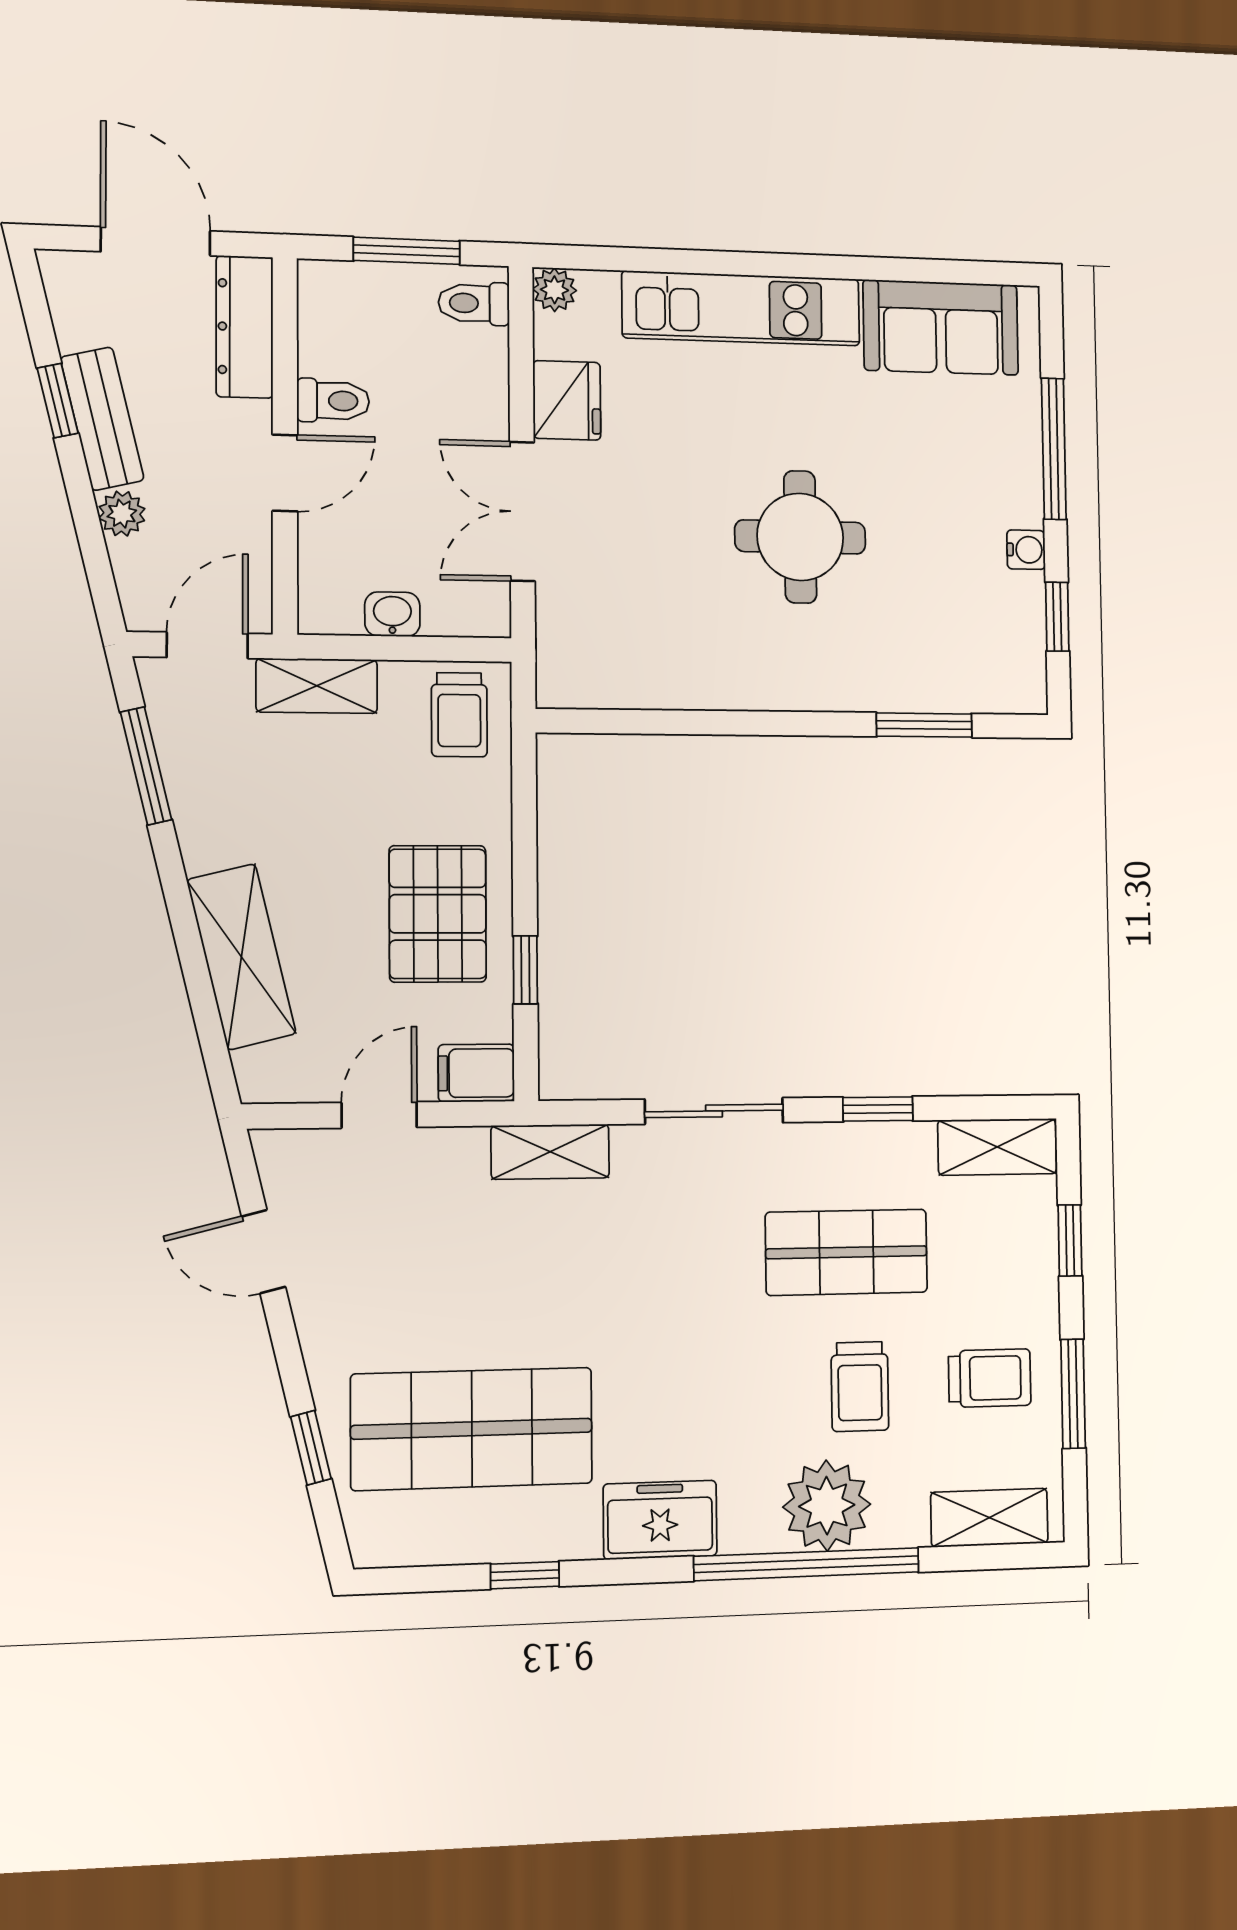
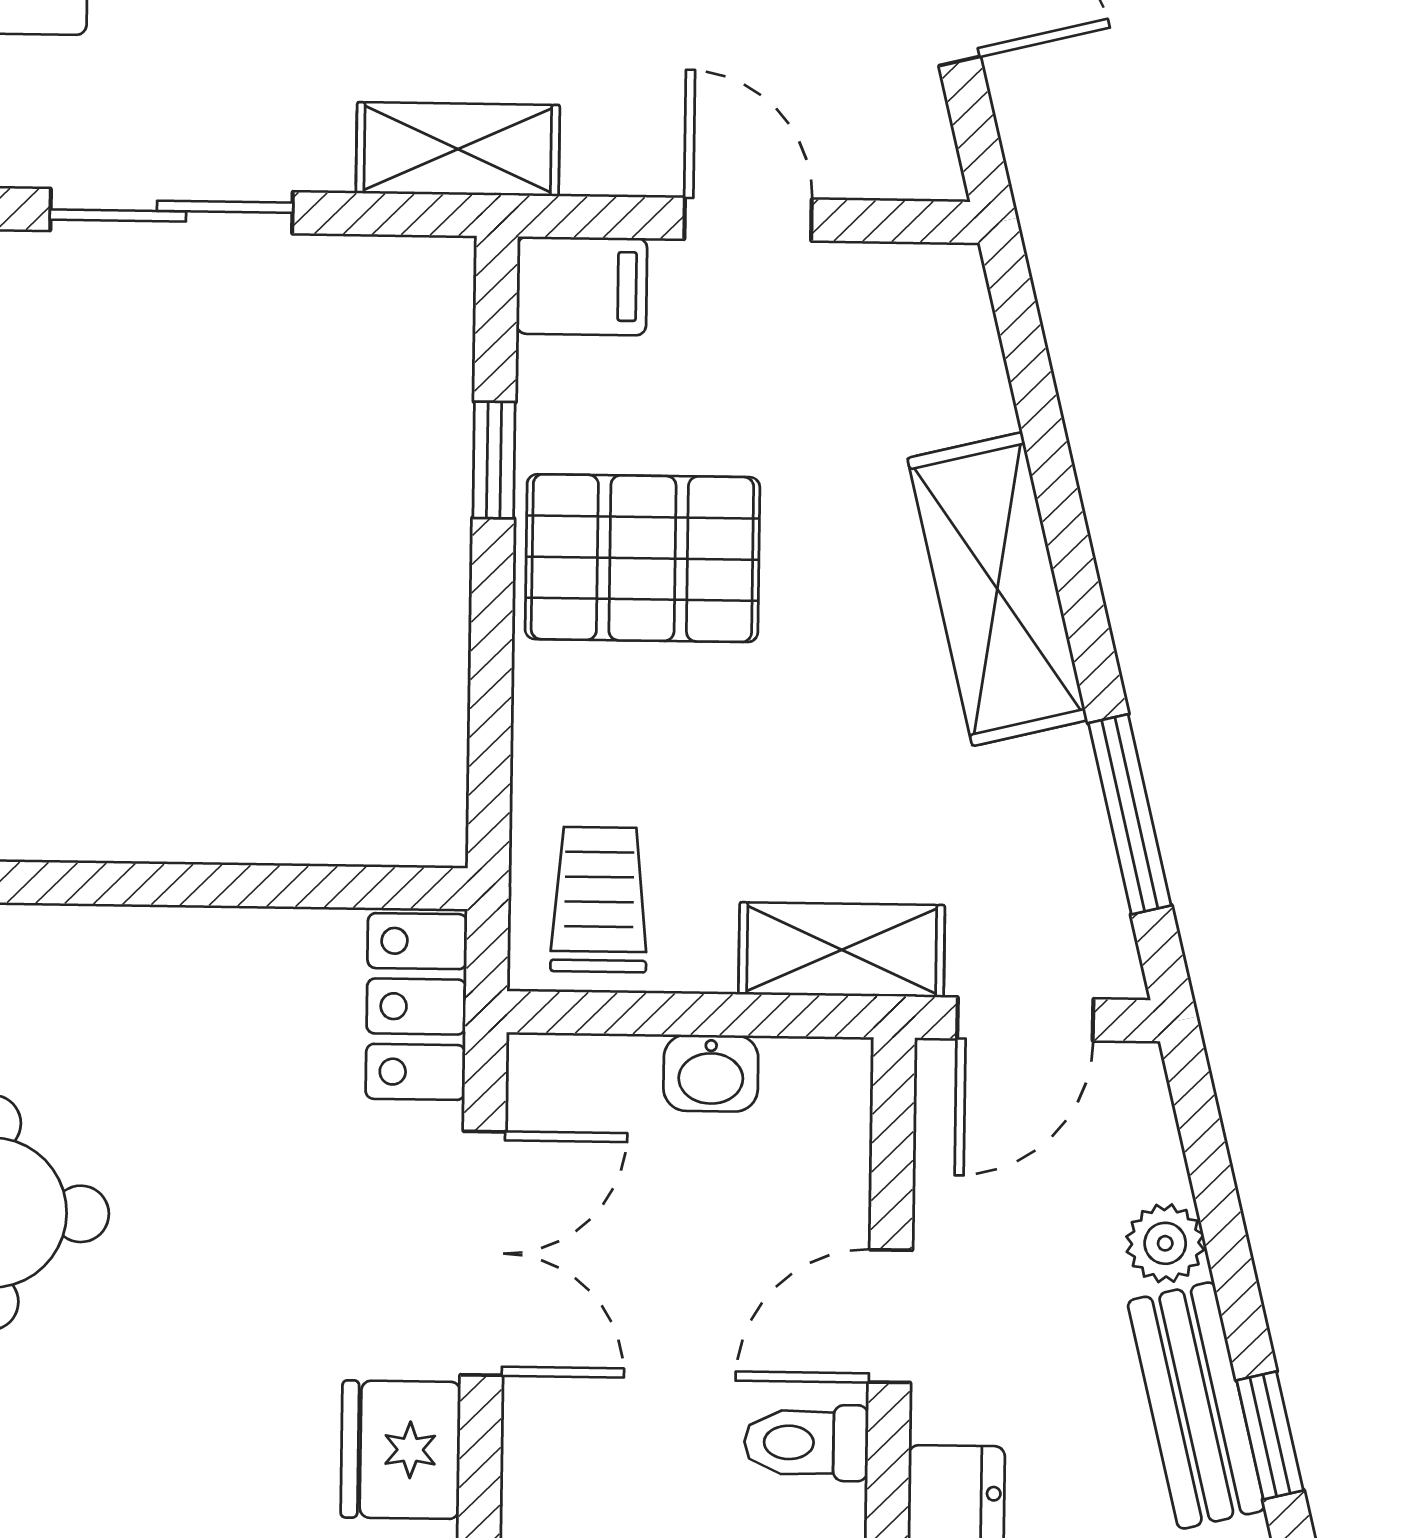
locker: (563, 653) -> (416, 1007), added
pallet: (438, 914) -> (642, 558), turned 90
shelving: (241, 957) -> (997, 589), moved
door: (379, 1115) -> (748, 219), swing flipped

